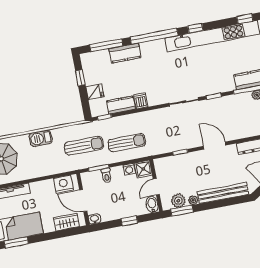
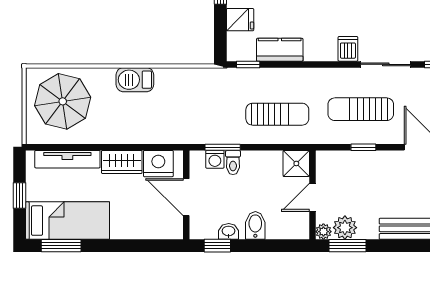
dishwasher: (141, 101) -> (348, 49), moved
sun lounger: (84, 146) -> (361, 109), moved, turned 180
washing machine: (129, 169) -> (215, 159), moved
plant: (193, 200) -> (323, 232), moved
bidet: (152, 204) -> (255, 225), moved
washbasin: (95, 219) -> (229, 231), moved
window: (129, 221) -> (217, 246), moved
wardrobe: (67, 222) -> (122, 162), moved, turned 180

